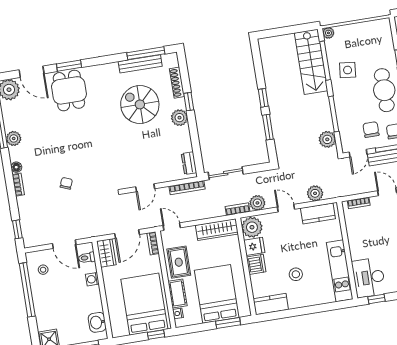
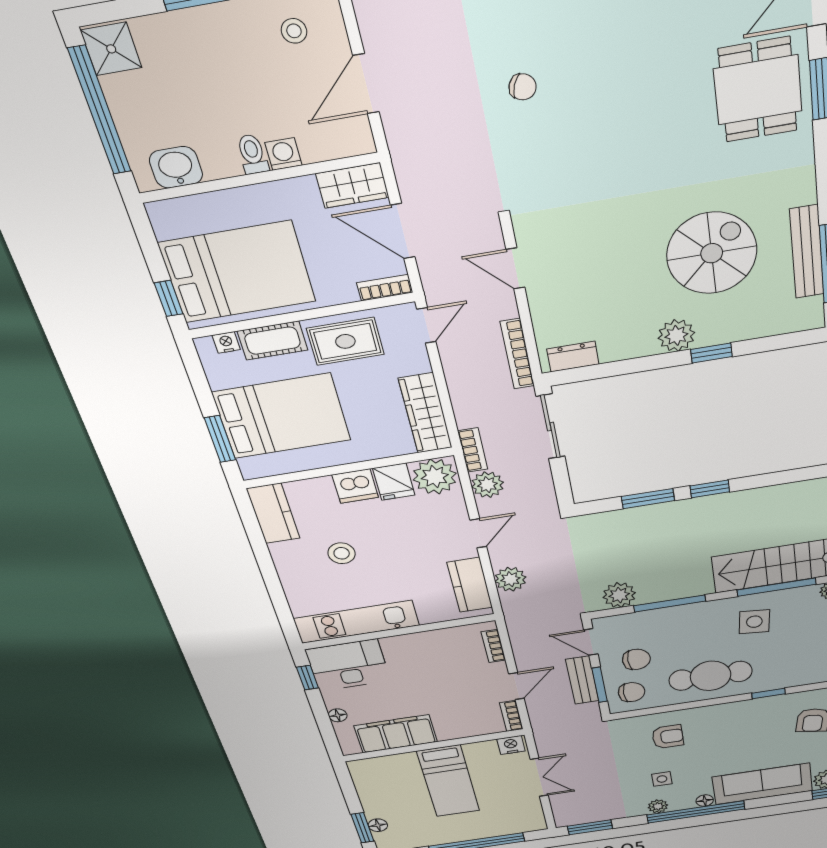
shoe rack: (177, 83) -> (756, 329), removed
dining table: (69, 90) -> (758, 90), turned 90
toilet: (87, 258) -> (252, 154), moved

